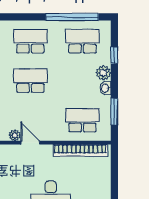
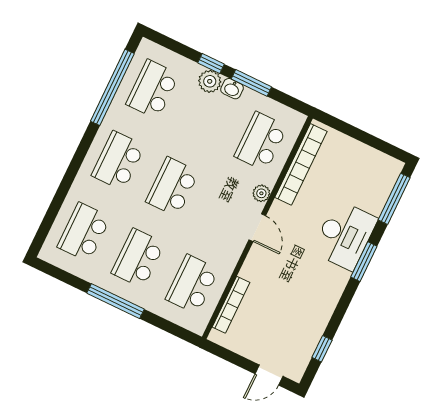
window: (114, 55) -> (211, 63), moved
window: (114, 112) -> (251, 83), moved
plant: (15, 135) -> (261, 193), moved
door: (30, 143) -> (257, 228), swing flipped

